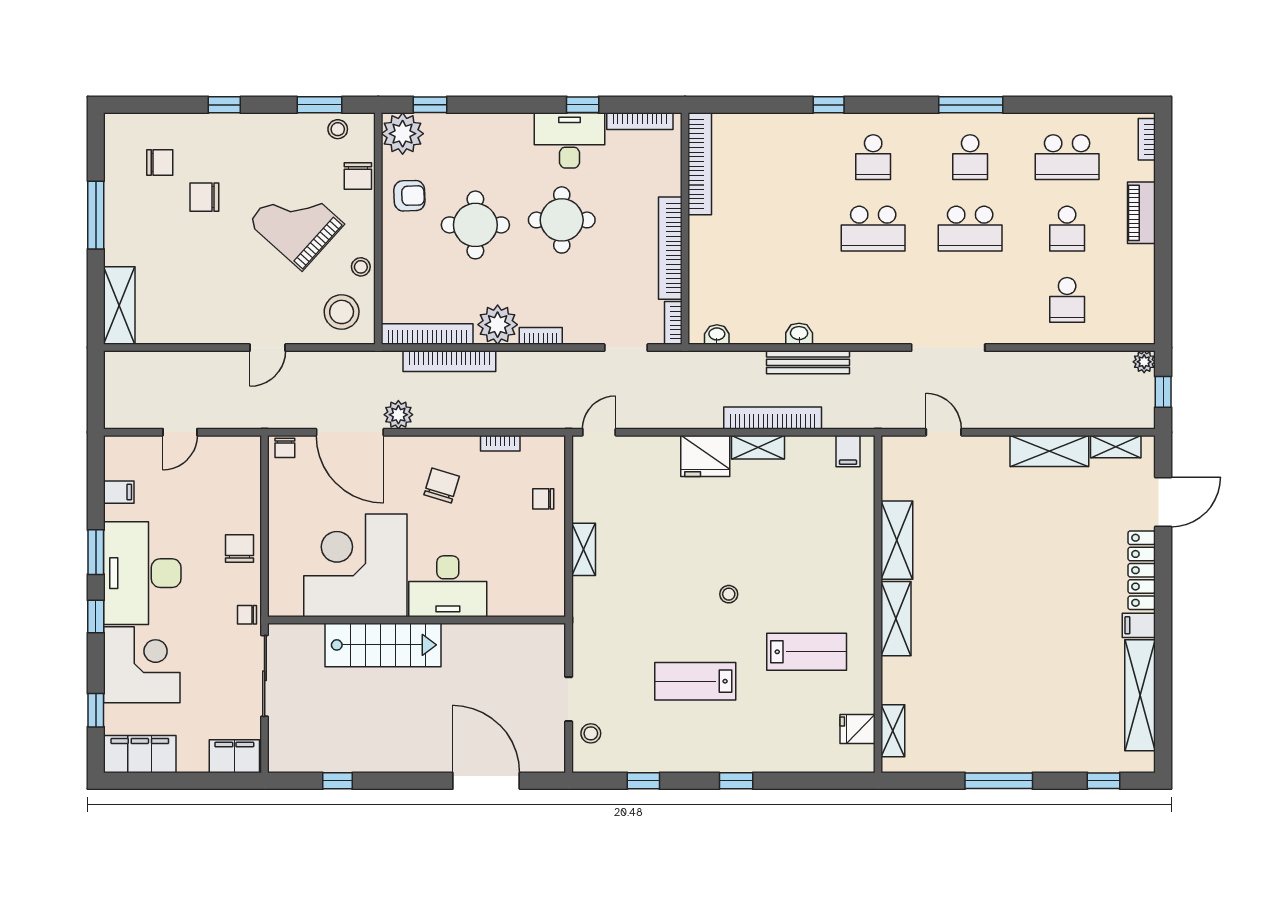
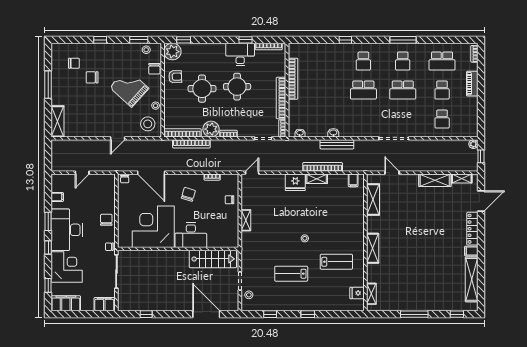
bookcase: (700, 164) -> (293, 79), moved
plant: (398, 415) -> (171, 166), removed
shelving: (897, 540) -> (373, 200), moved
stairs: (383, 645) -> (213, 259), moved

